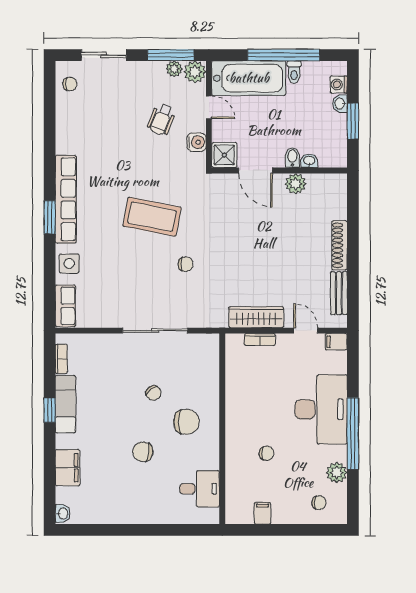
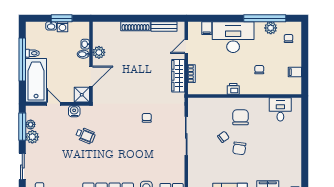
plant: (195, 72) -> (32, 137), moved
washing machine: (339, 85) -> (62, 27), moved
door: (209, 107) -> (53, 104), hinge flipped
wheelchair: (162, 119) -> (85, 135), moved
coffee table: (152, 217) -> (119, 138), removed
filing cabinet: (336, 342) -> (207, 28), moved
printer: (234, 410) -> (233, 89), added
window: (353, 434) -> (265, 18), moved
chair: (143, 452) -> (239, 148), moved

